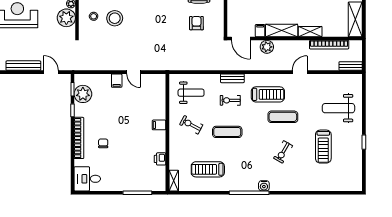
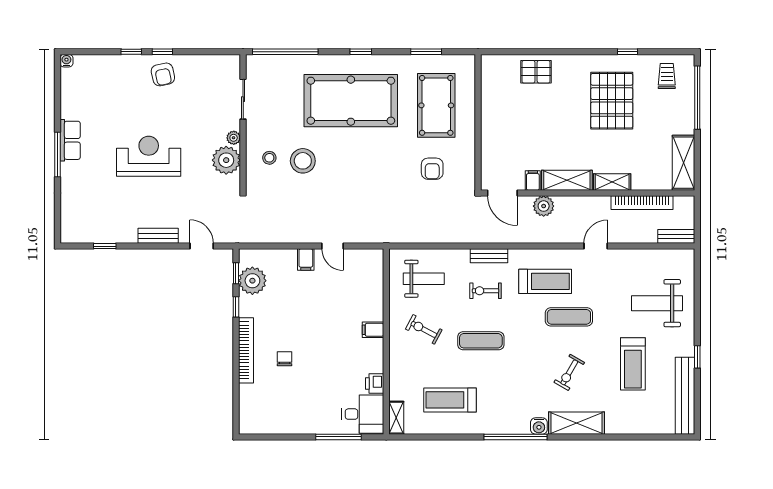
armchair: (196, 23) -> (432, 169), turned 180
bench: (23, 66) -> (158, 236), width x0.73
bench: (356, 167) -> (685, 396), added
desk: (87, 179) -> (363, 414), moved, turned 180
shelving: (288, 184) -> (576, 423), added

